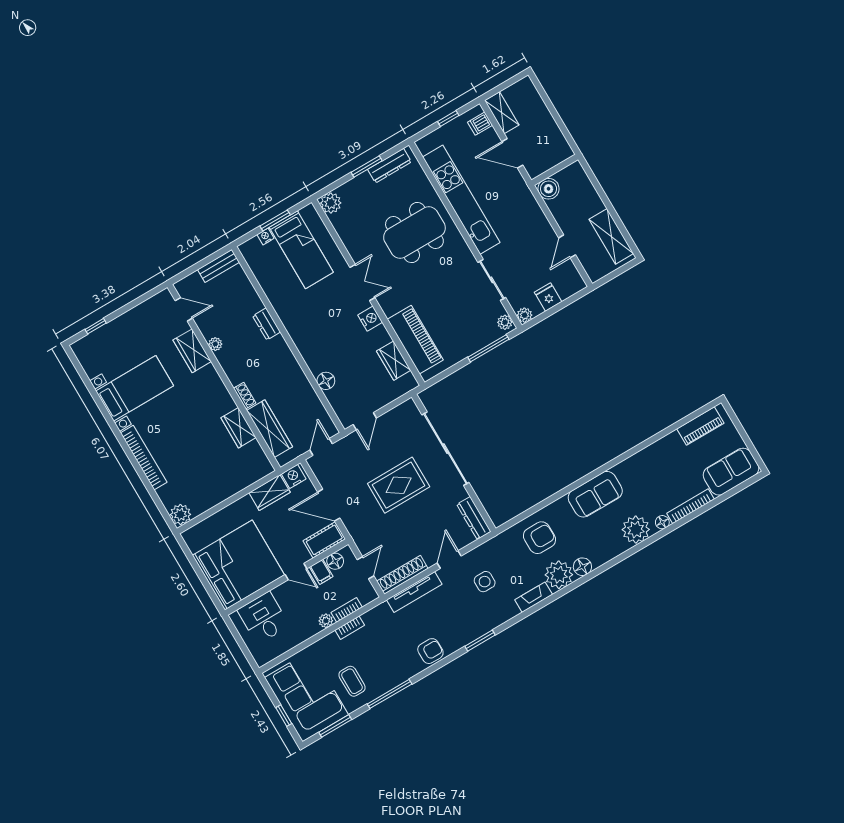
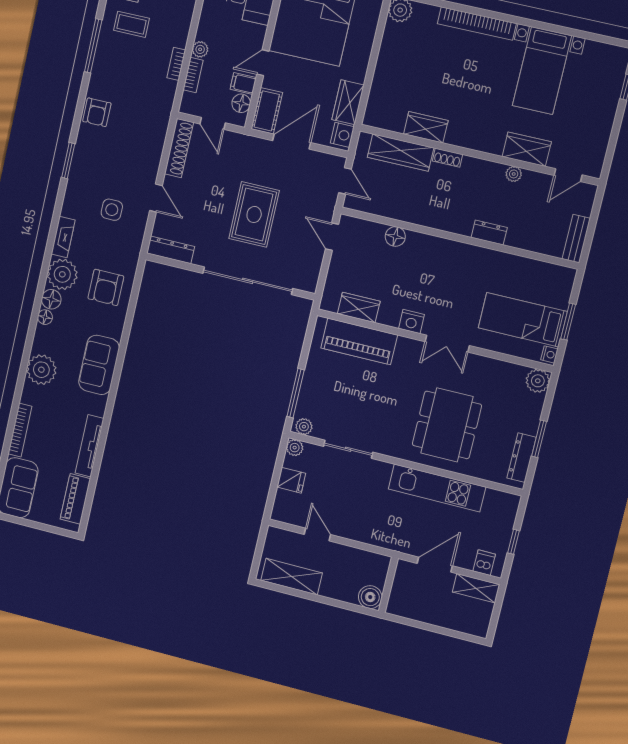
boiler: (549, 189) -> (370, 597), moved
kitchen unit: (461, 200) -> (437, 488), width x0.73
nightstand: (265, 236) -> (549, 354), moved
floor lamp: (662, 522) -> (45, 317), moved
tv unit: (414, 592) -> (90, 446), moved

